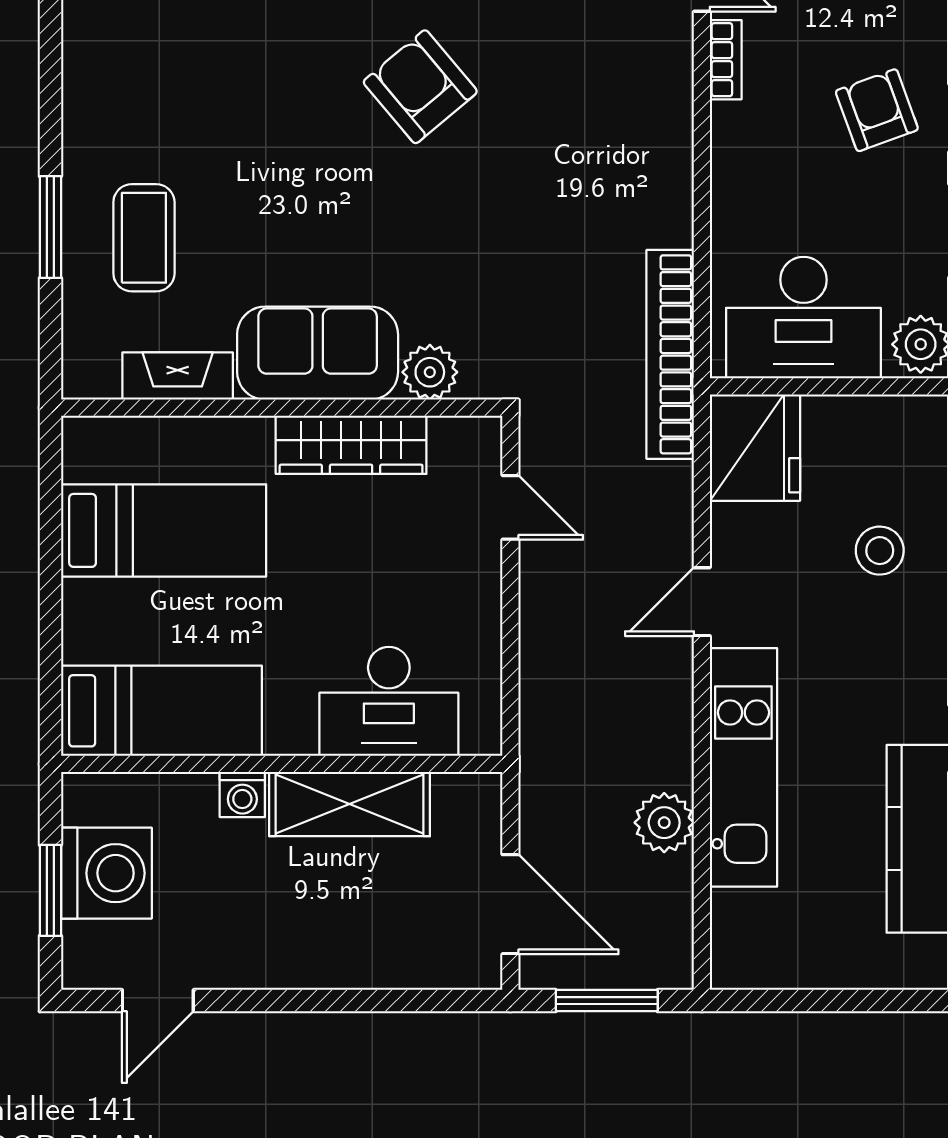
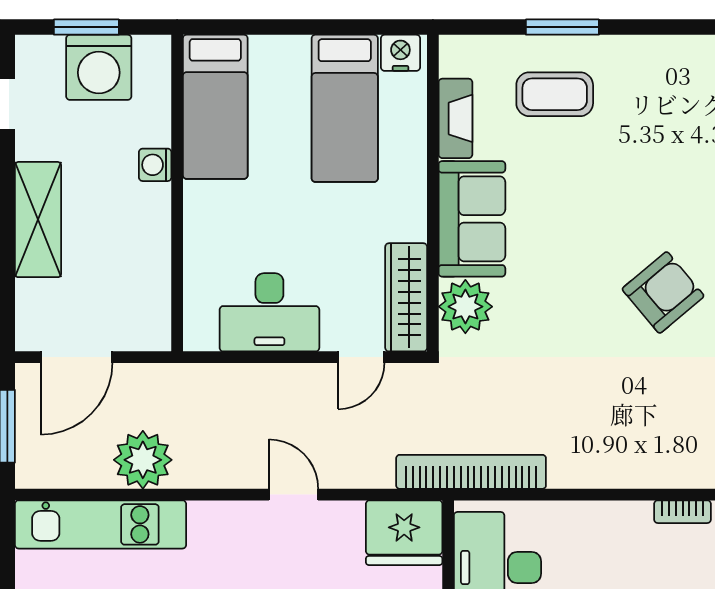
plant: (430, 372) -> (465, 307), width x1.36, depth x1.36
wardrobe: (351, 445) -> (406, 297), moved
nightstand: (86, 453) -> (400, 53), added
desk: (389, 701) -> (269, 312), moved, turned -90
kitchen unit: (743, 767) -> (101, 524), moved
shelving: (350, 804) -> (38, 220), moved
plant: (664, 823) -> (143, 460), width x1.36, depth x1.36

